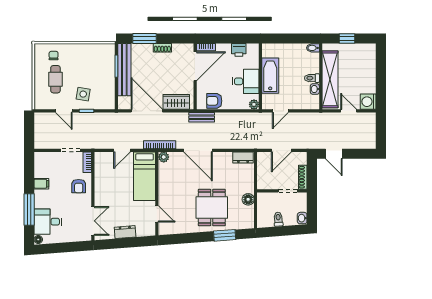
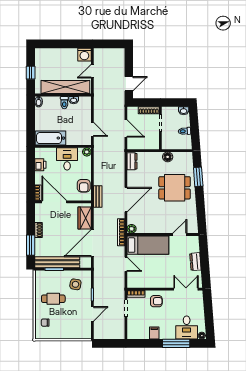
bathtub: (270, 76) -> (50, 138), moved
cafe table: (55, 79) -> (53, 299), moved
side table: (83, 94) -> (75, 284), moved

